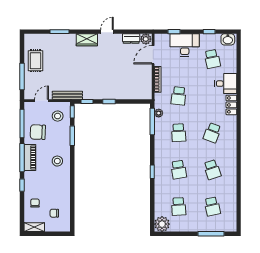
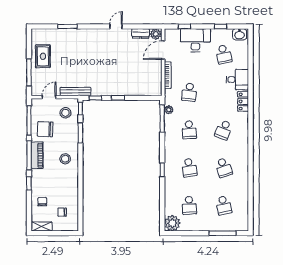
wardrobe: (87, 40) -> (95, 35), removed

